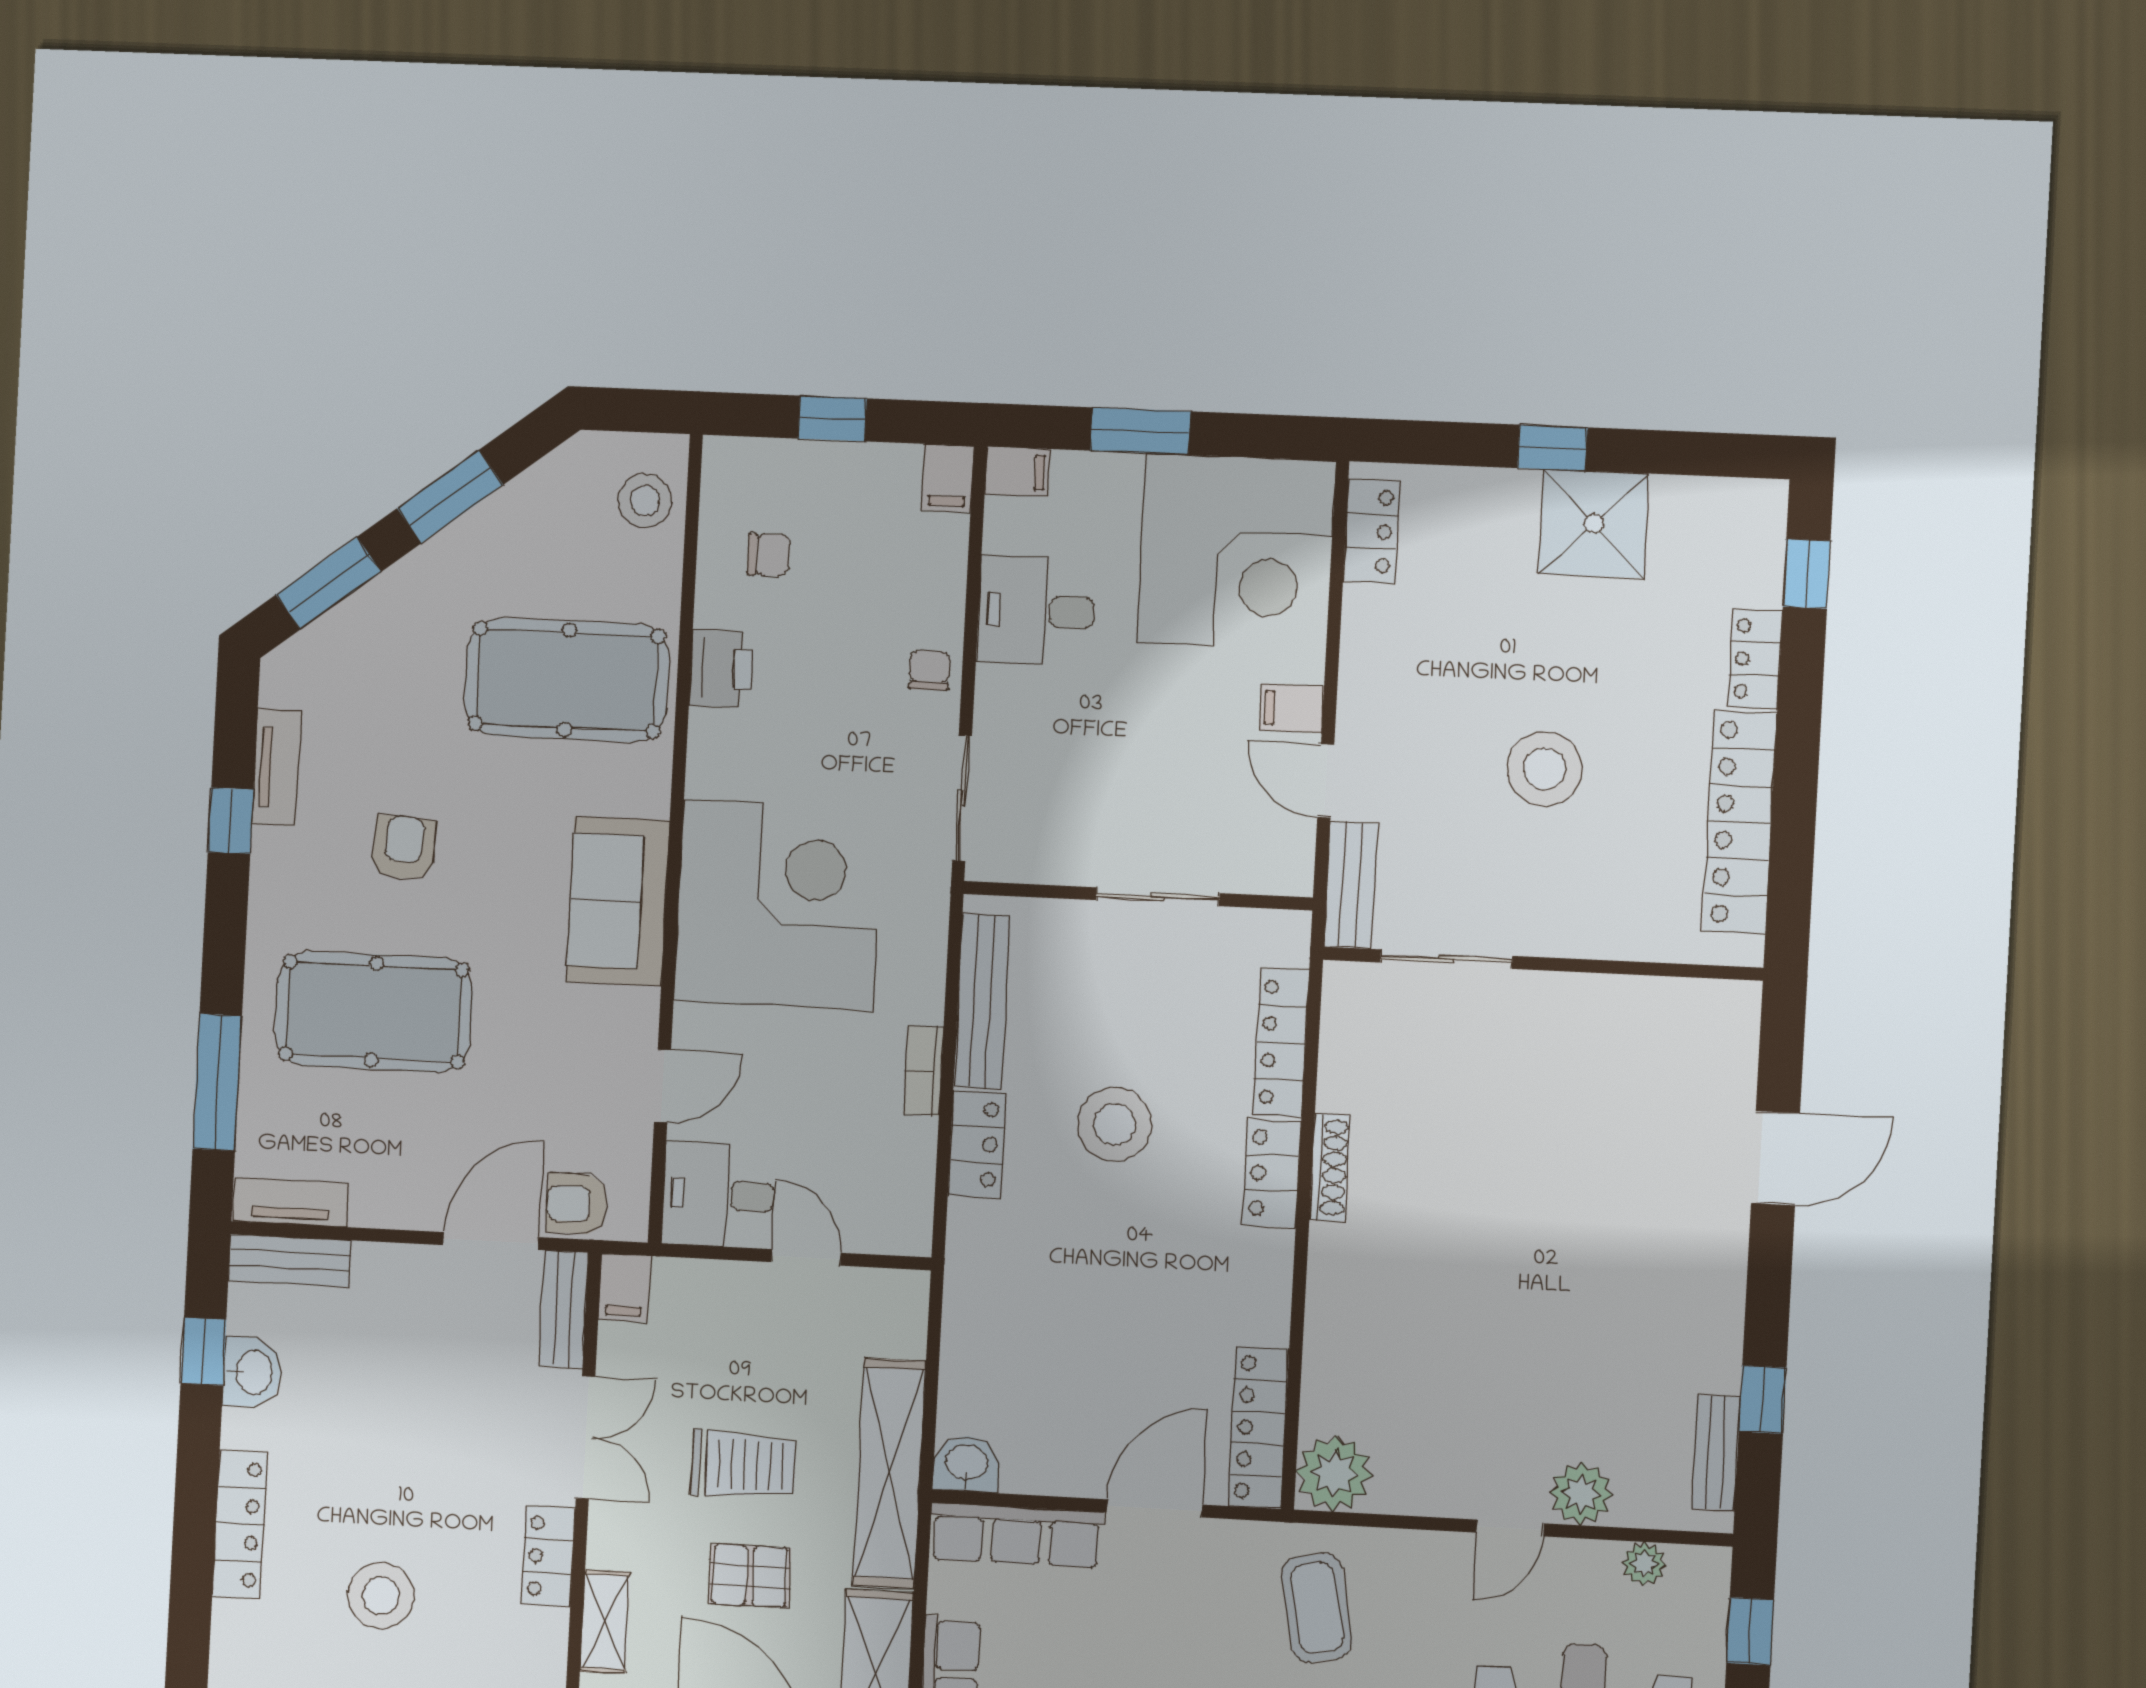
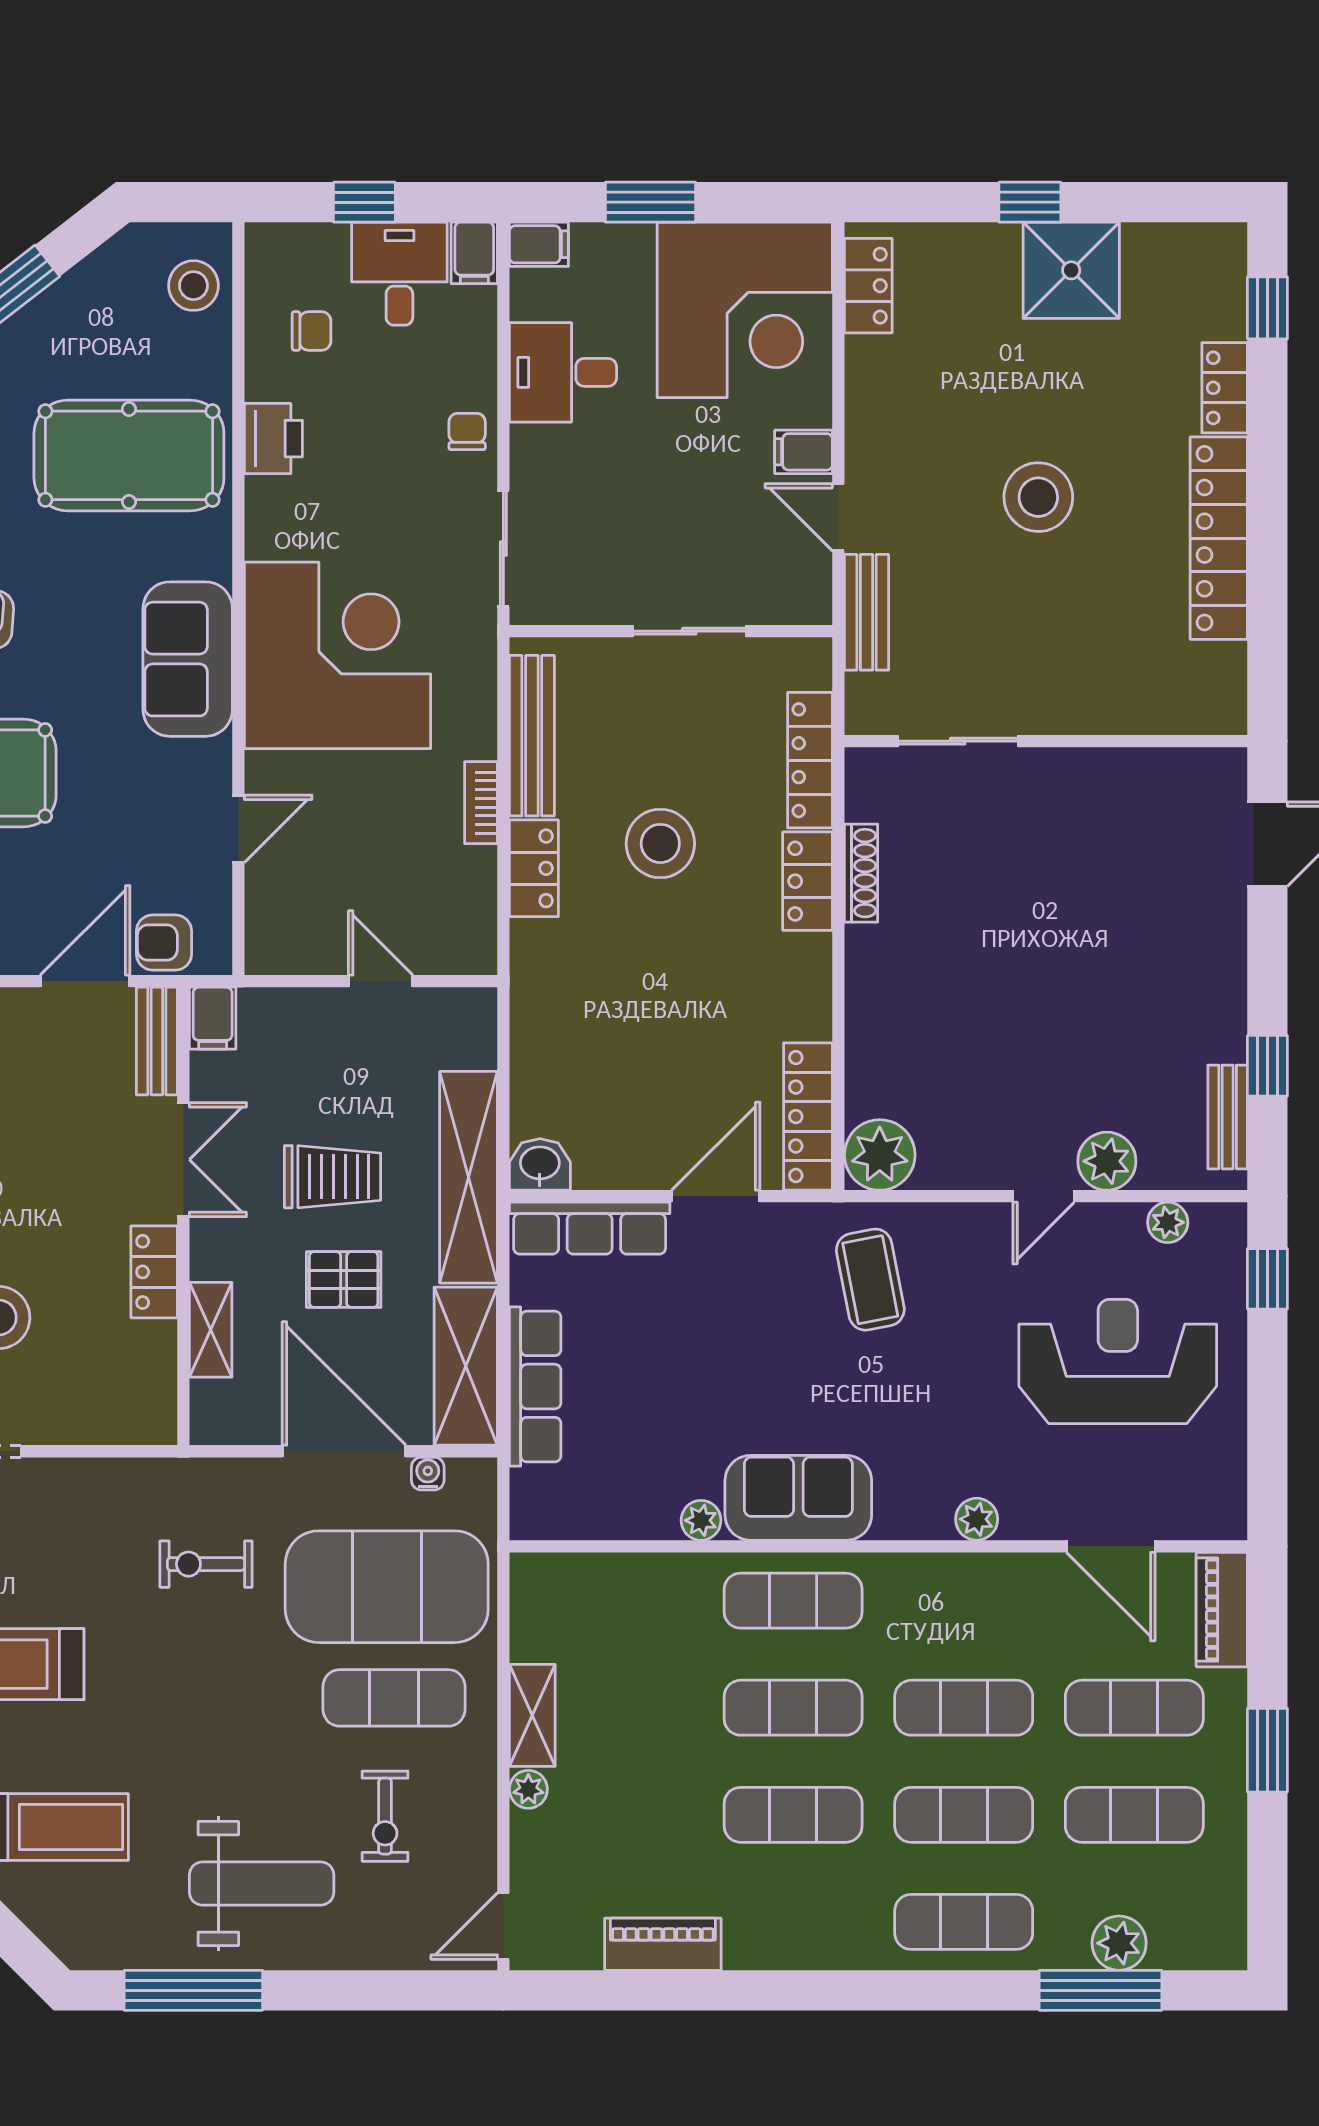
sliding door: (1446, 959) -> (958, 741), moved
wall: (1543, 964) -> (1046, 741), moved
desk: (718, 1195) -> (399, 274), moved, turned 90

